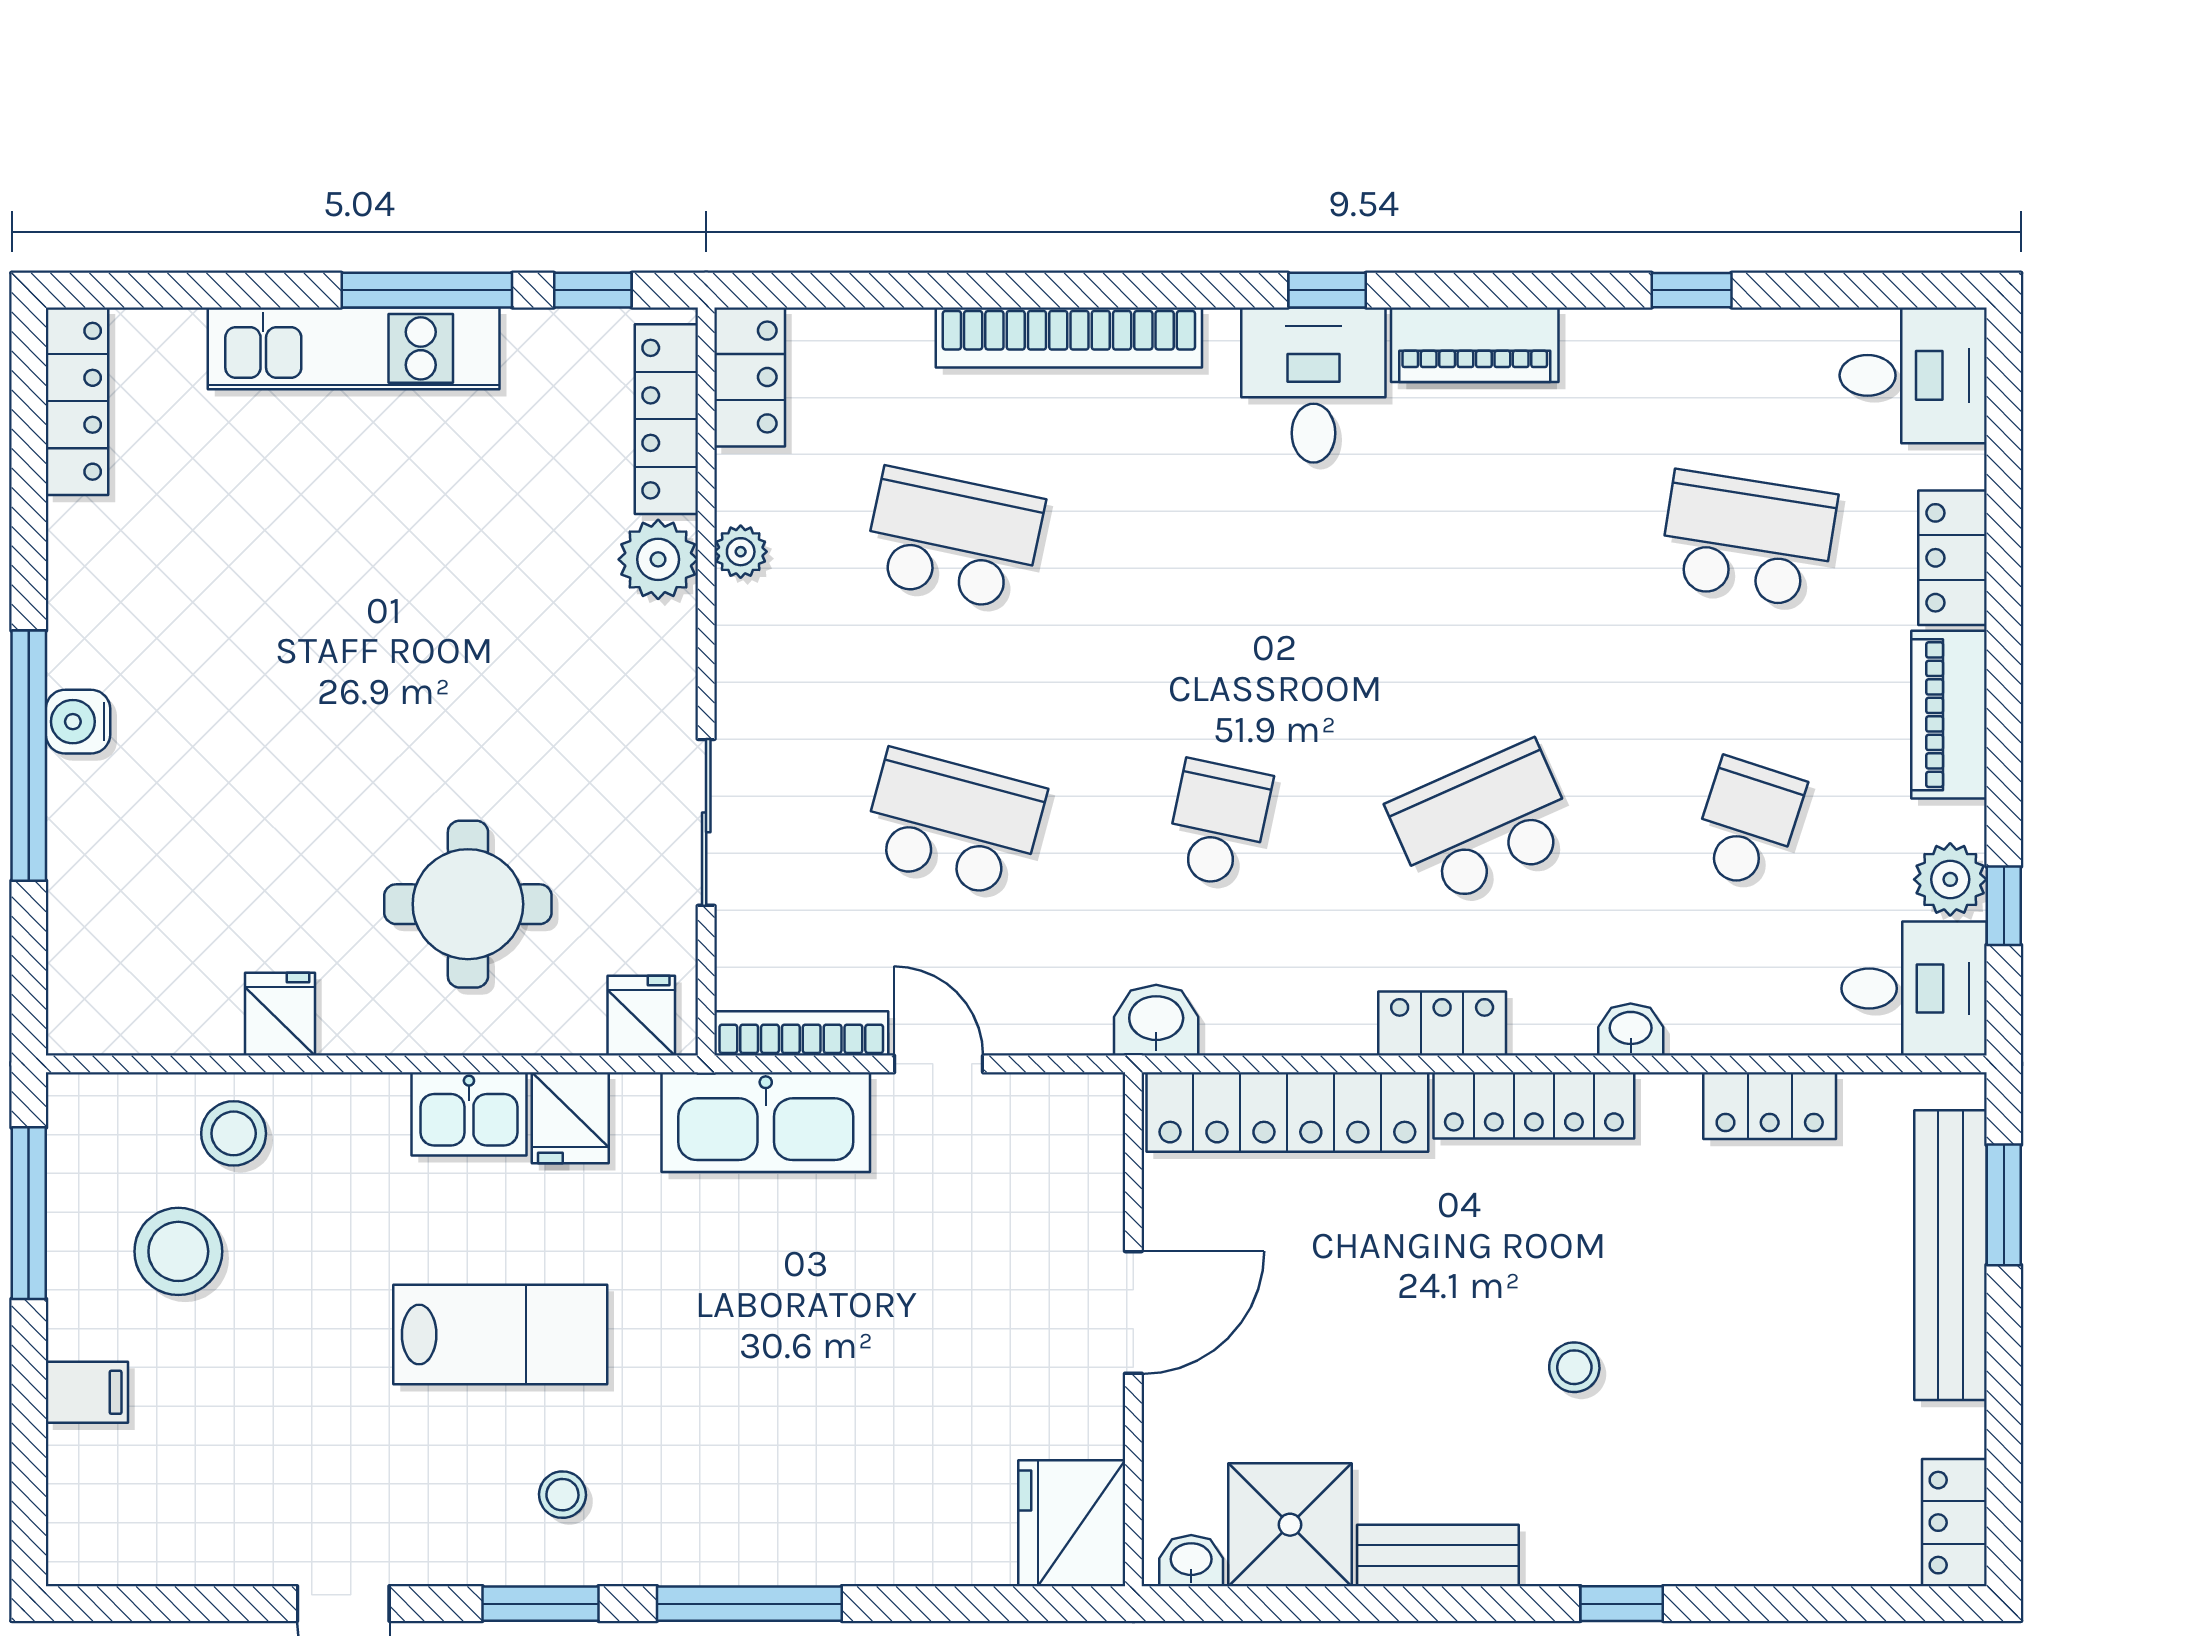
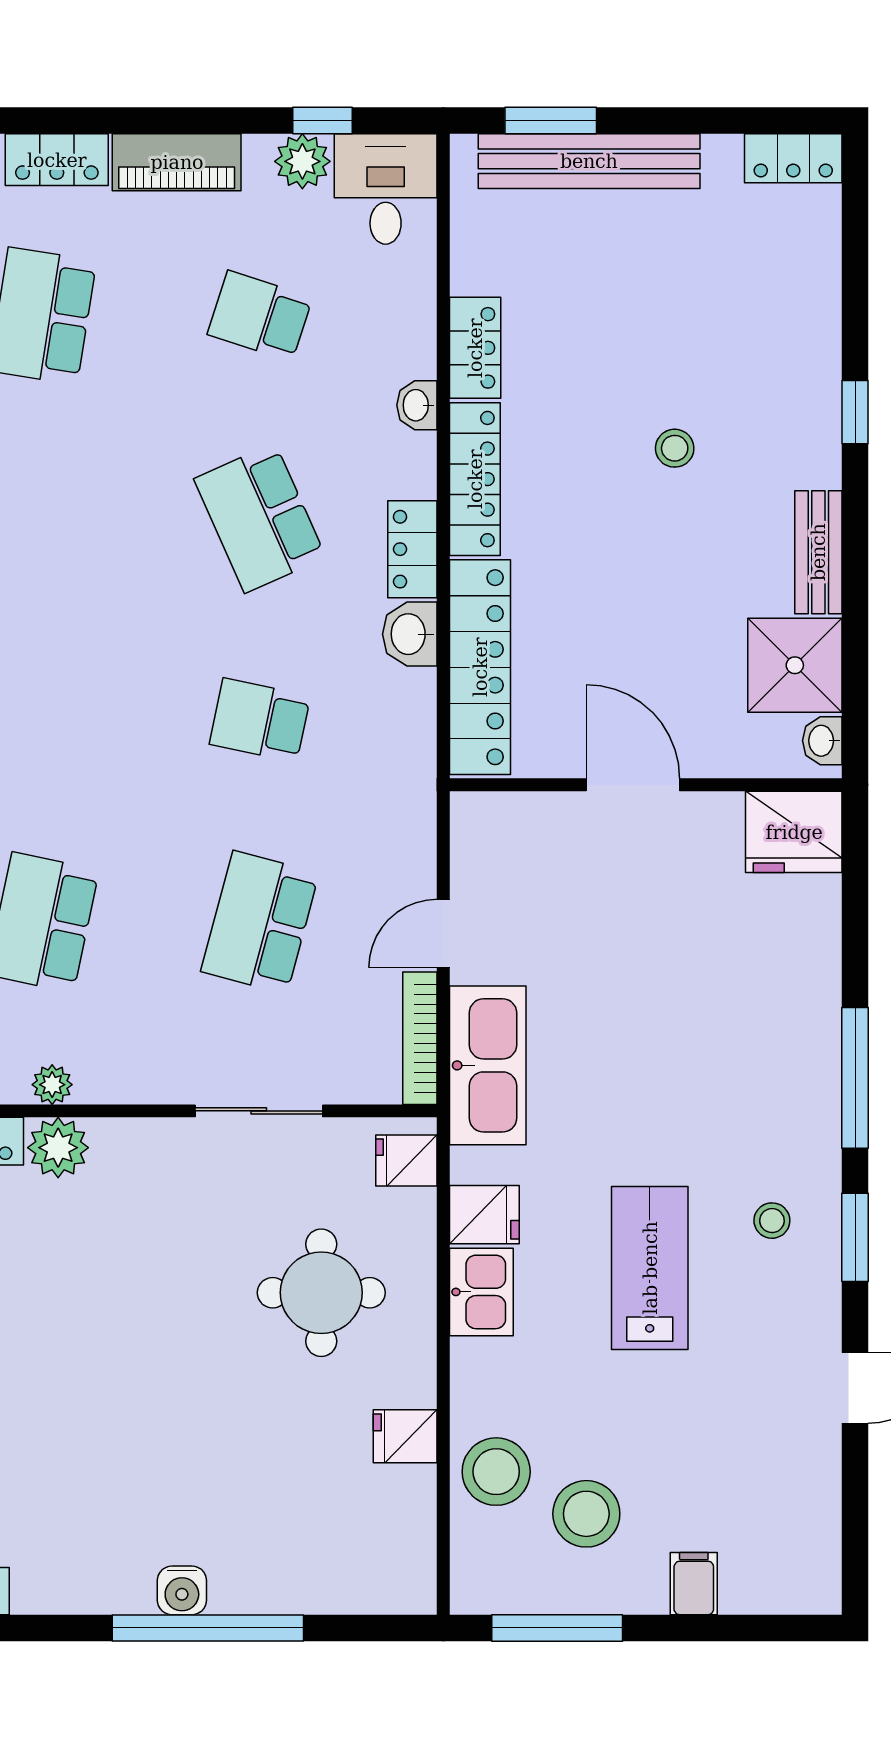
washbasin: (1156, 1020) -> (410, 634), moved
locker: (1770, 1106) -> (475, 348), moved
stool: (234, 1133) -> (496, 1472), width x1.38, depth x1.38

